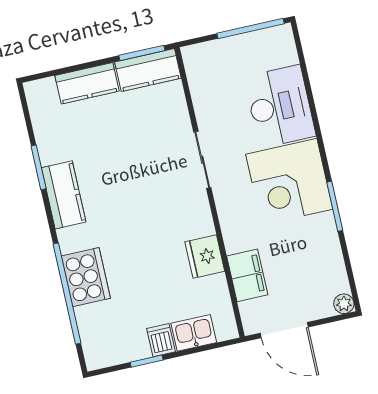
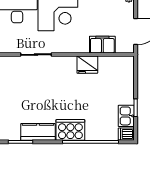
cooker: (86, 277) -> (70, 130), moved
kitchen sink: (194, 333) -> (126, 116), moved
dishwasher: (161, 340) -> (126, 134), moved

